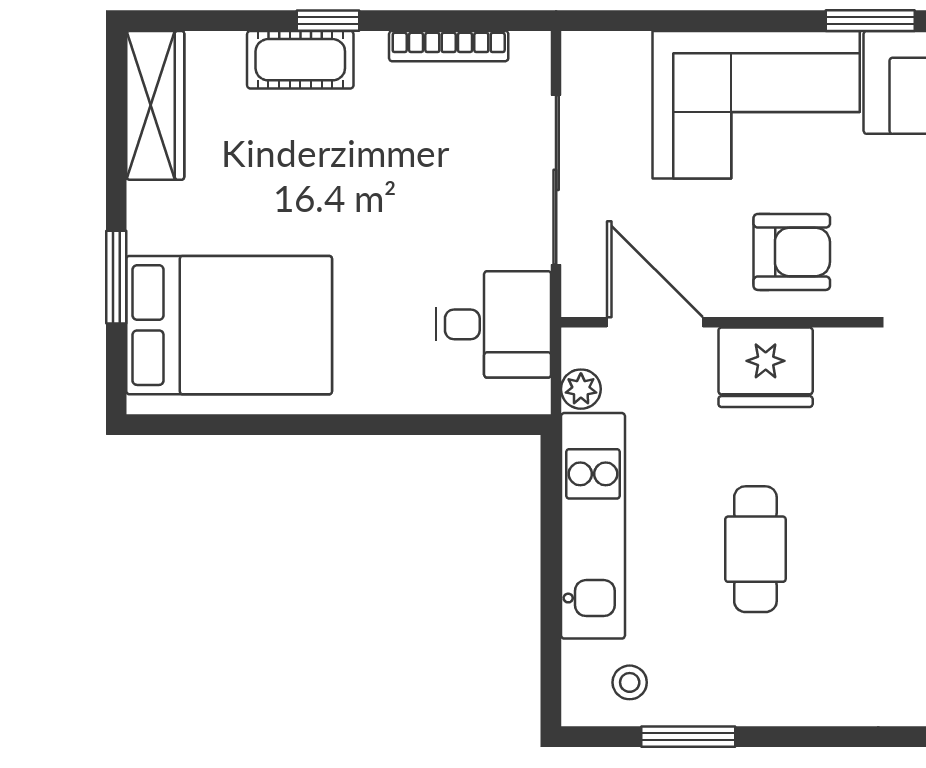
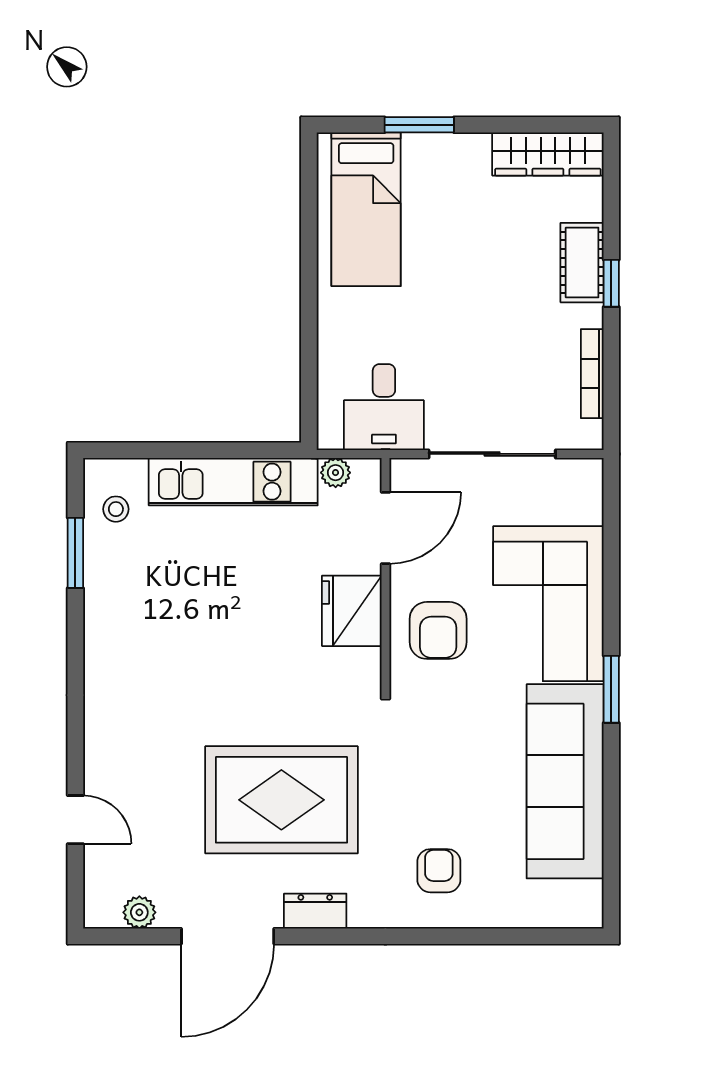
bed: (229, 325) -> (366, 209), width x0.67
cafe table: (755, 549) -> (216, 603), removed

